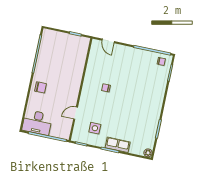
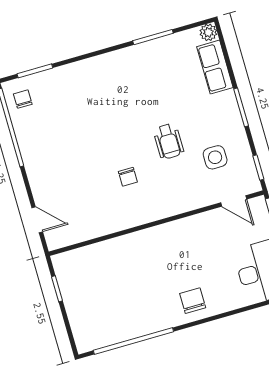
door: (108, 41) -> (37, 220), hinge flipped
wheelchair: (112, 112) -> (169, 141), added
door: (76, 113) -> (234, 201), moved
row of seats: (118, 145) -> (215, 67), moved

